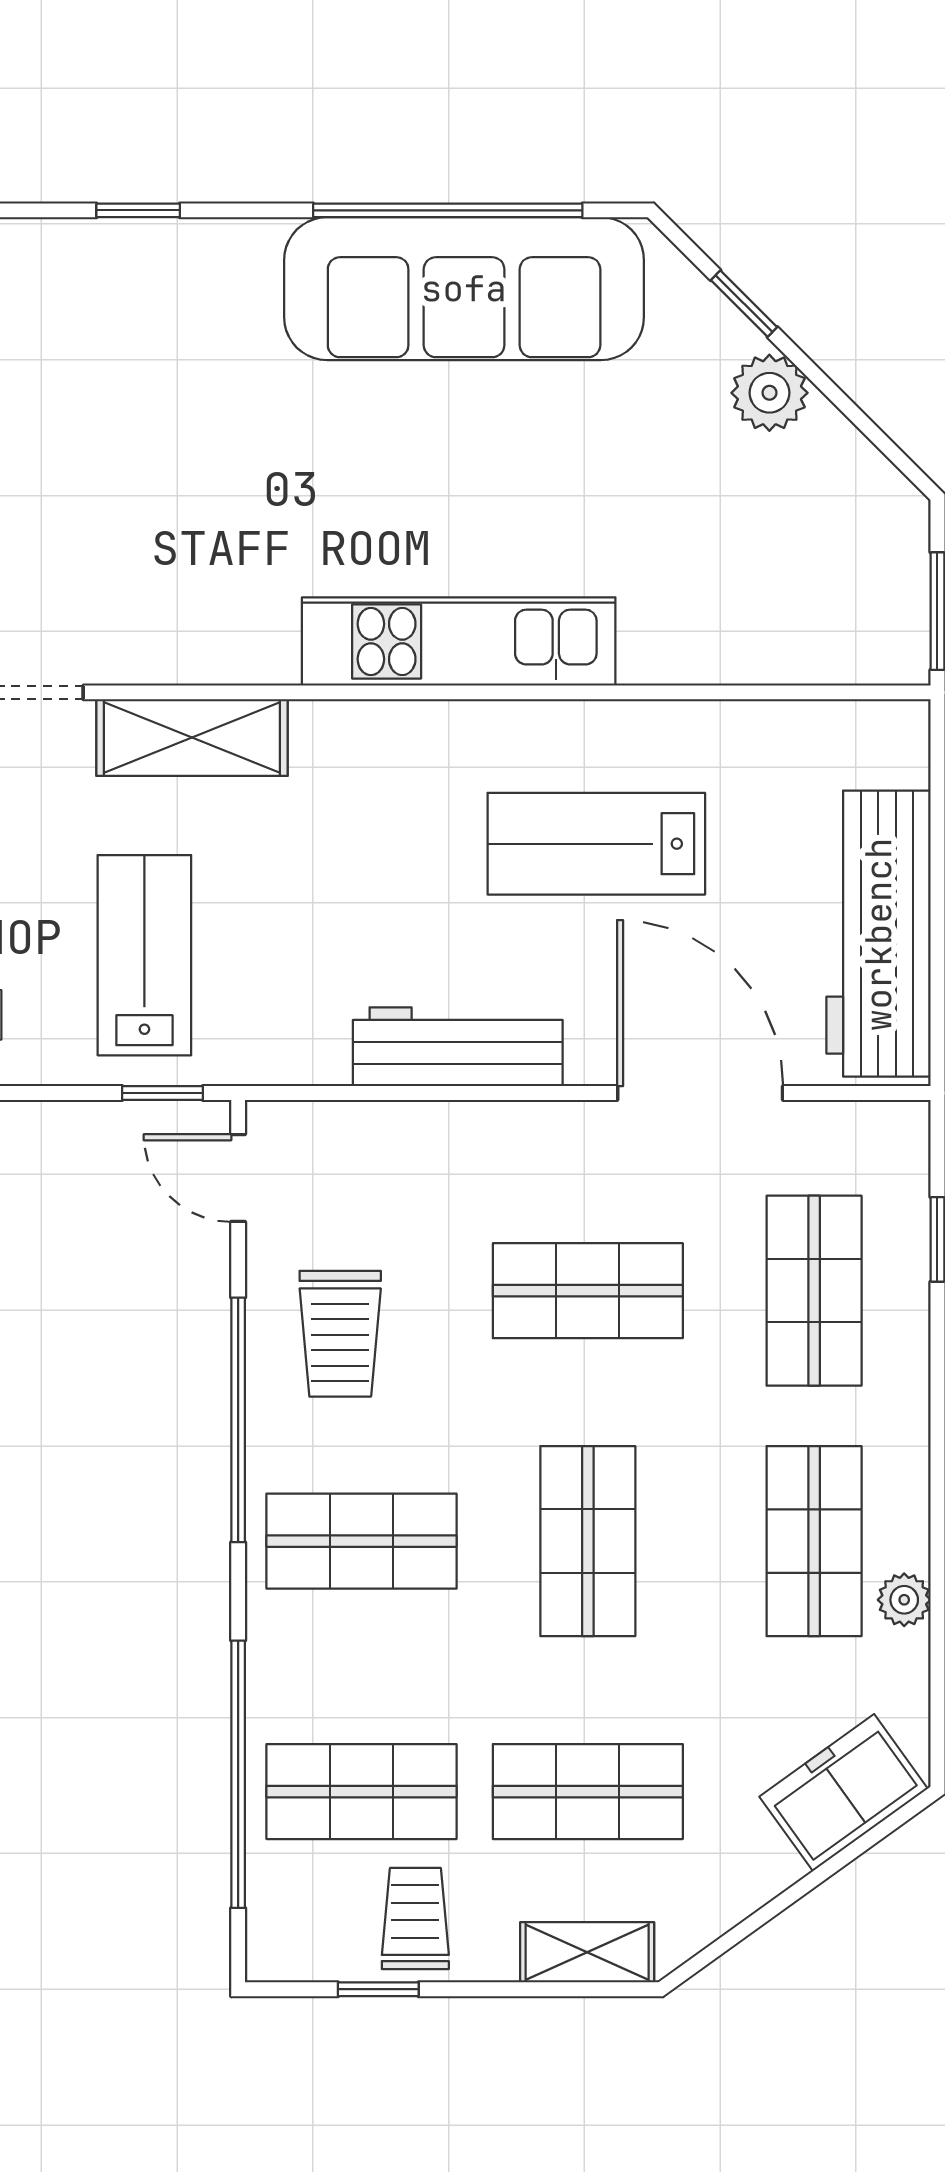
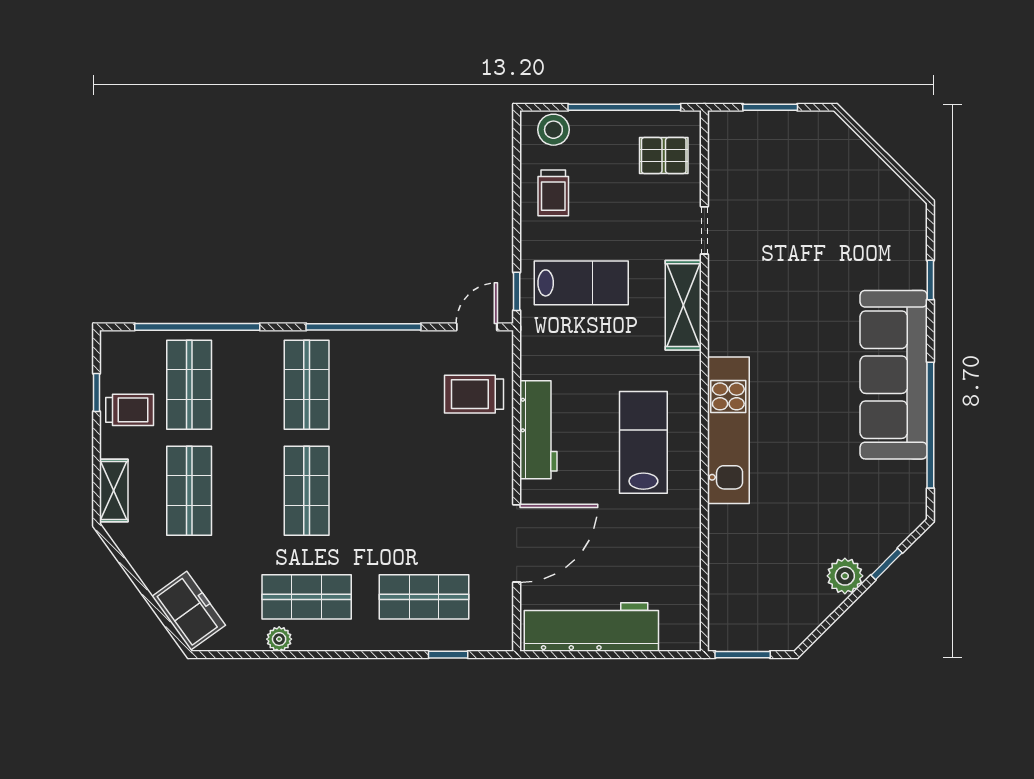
sofa: (464, 289) -> (894, 375), moved
lab bench: (596, 844) -> (643, 442), moved
shop shelf: (588, 1291) -> (424, 491), removed
trolley: (340, 1334) -> (474, 394), moved
shop shelf: (588, 1541) -> (307, 491), turned 90

